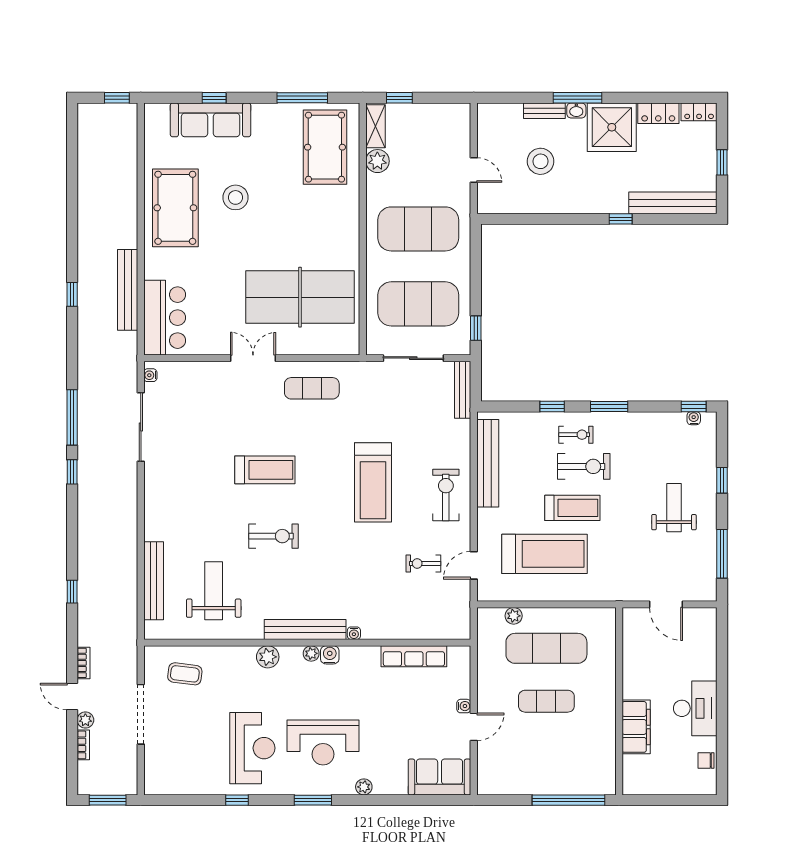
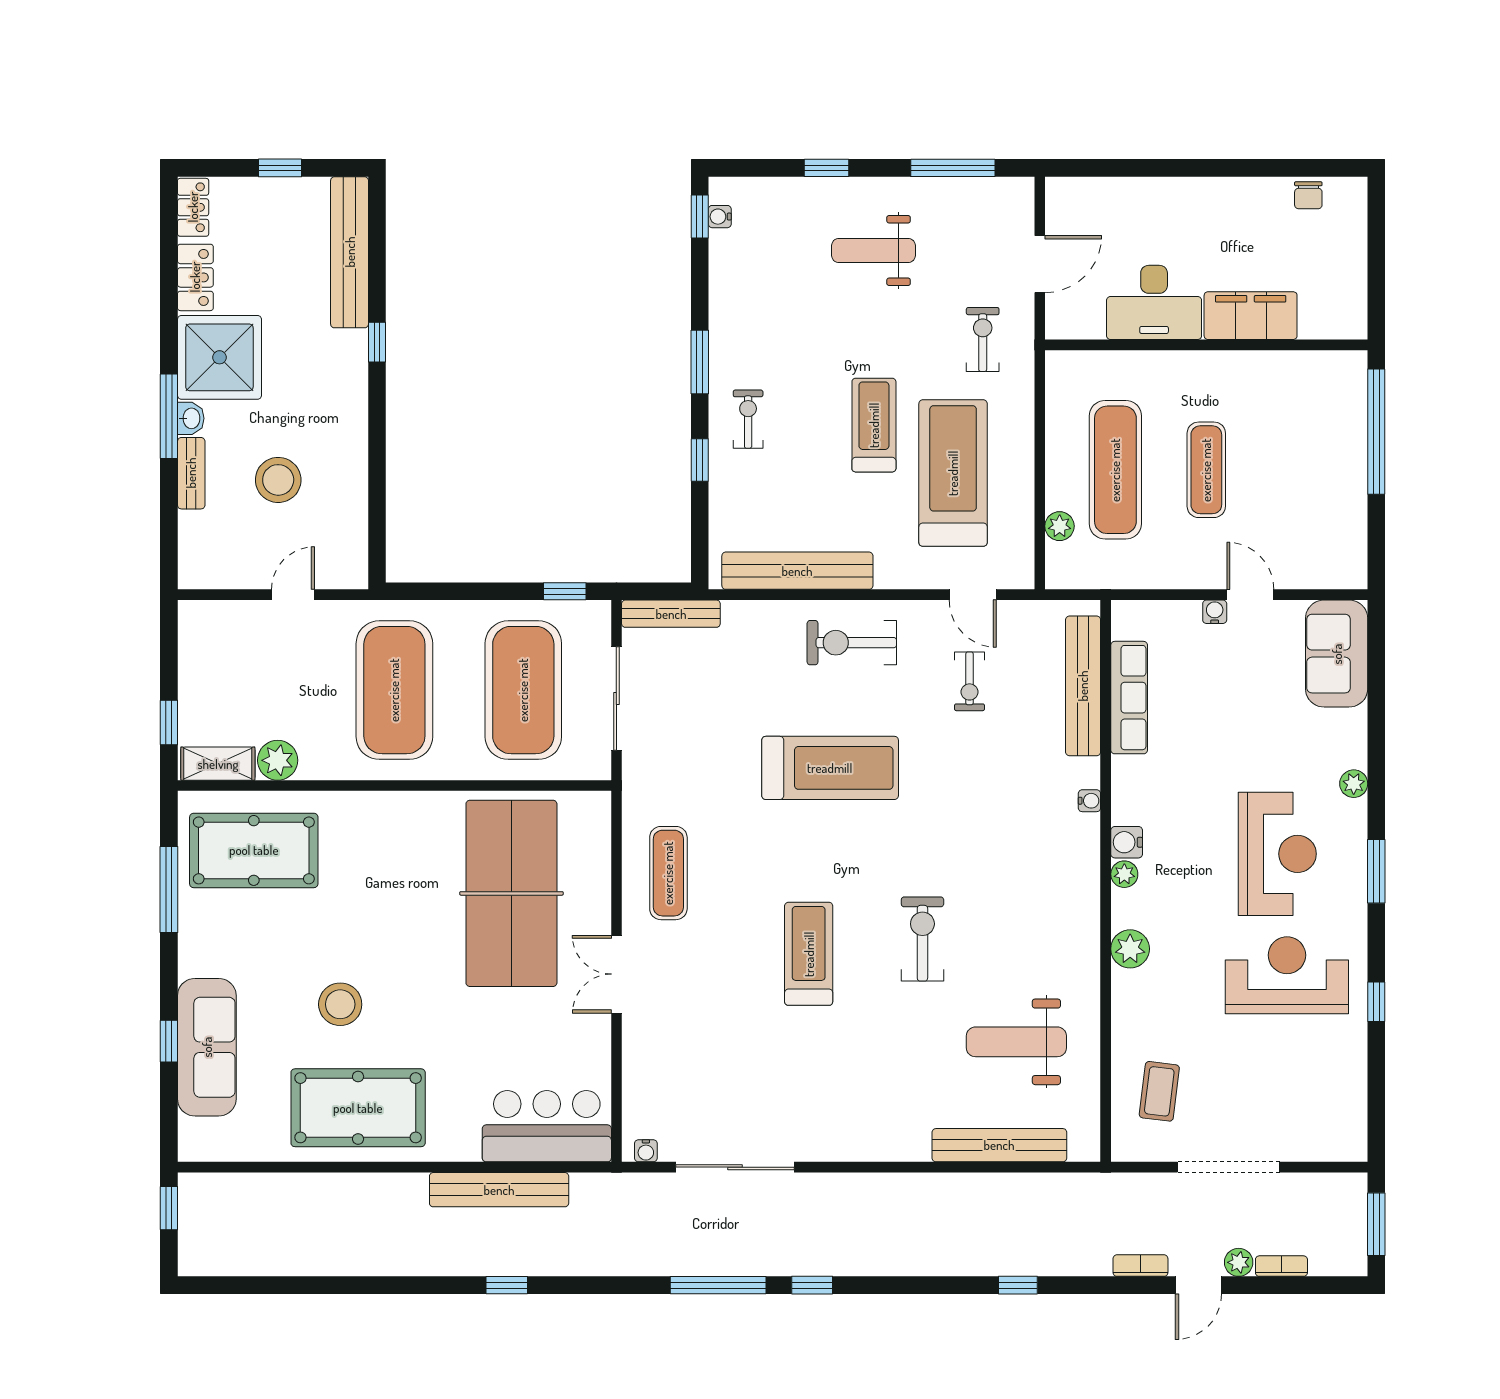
exercise bike: (584, 466) -> (983, 339), moved, width x0.73, depth x0.72
bench: (305, 630) -> (1083, 686), moved
desk: (695, 708) -> (1154, 302), moved, turned 180

